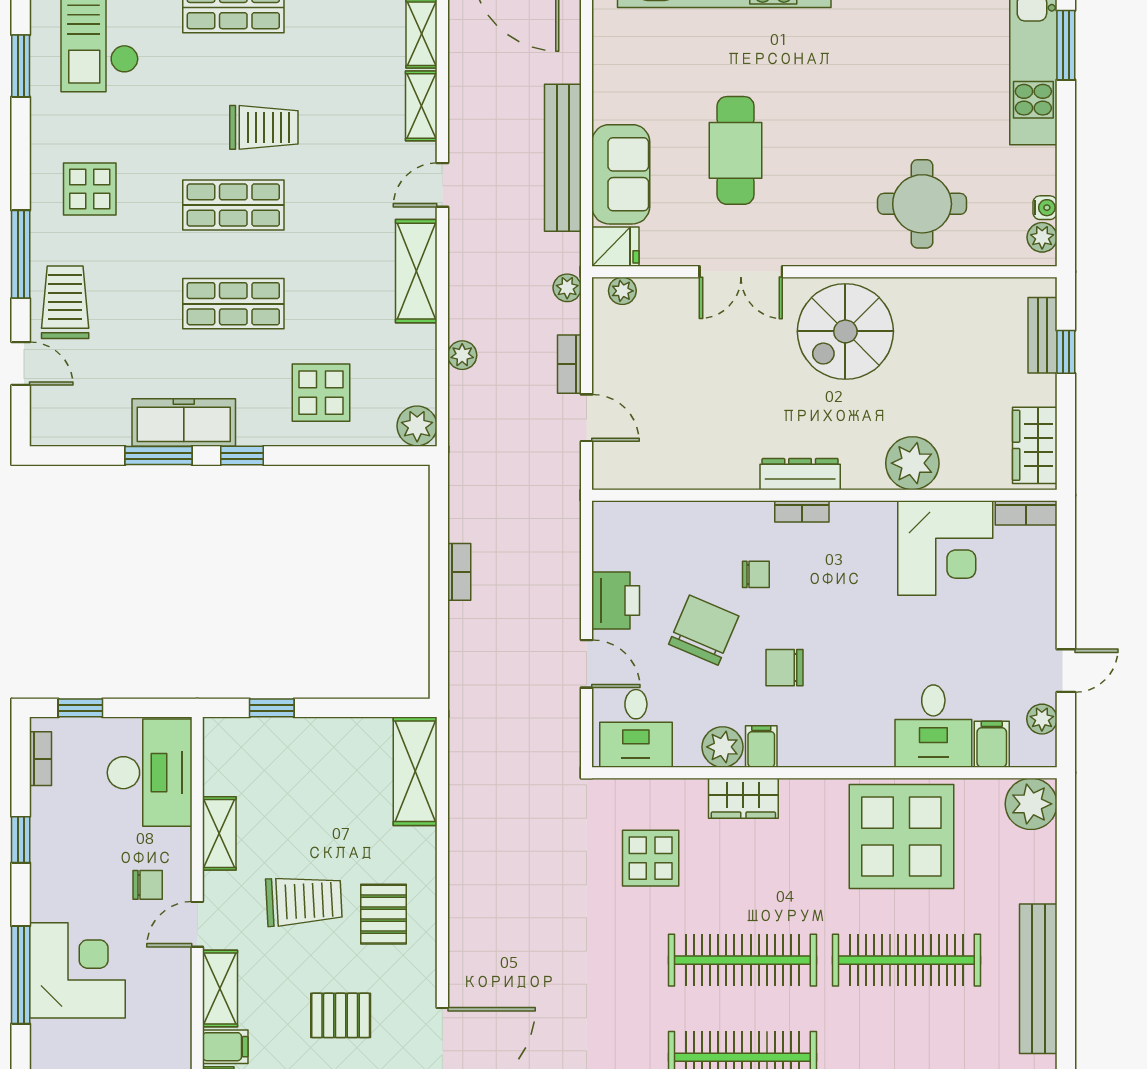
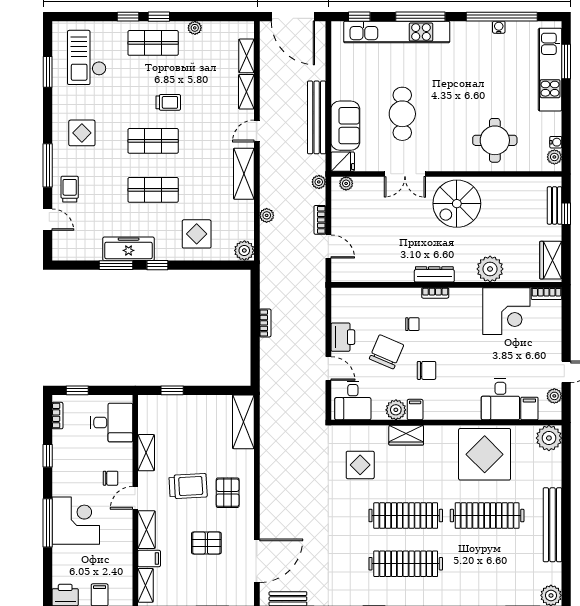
trolley: (264, 127) -> (168, 102), width x0.73, depth x0.72
trolley: (65, 302) -> (70, 189), width x0.73, depth x0.72
chair: (784, 668) -> (427, 370), turned 180
desk: (150, 773) -> (112, 423), width x0.73

